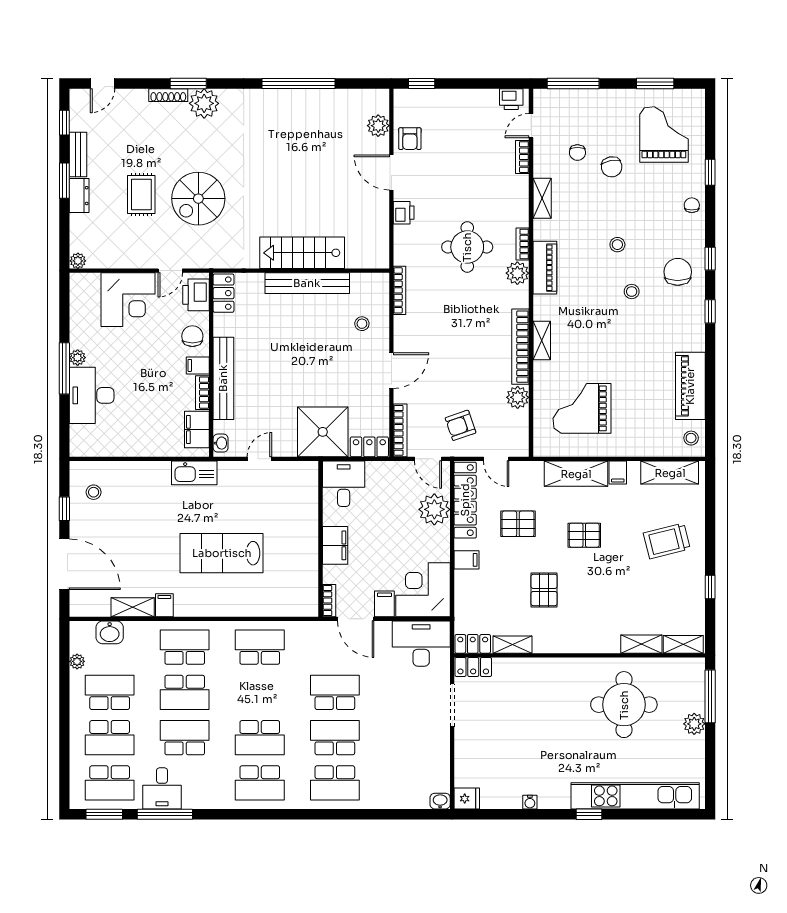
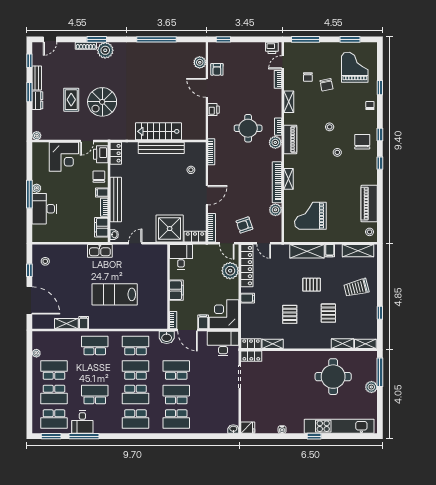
pallet: (518, 524) -> (328, 313), moved, turned 90
washbasin: (110, 632) -> (167, 337), moved
school desk: (185, 692) -> (135, 370), moved, turned 180

